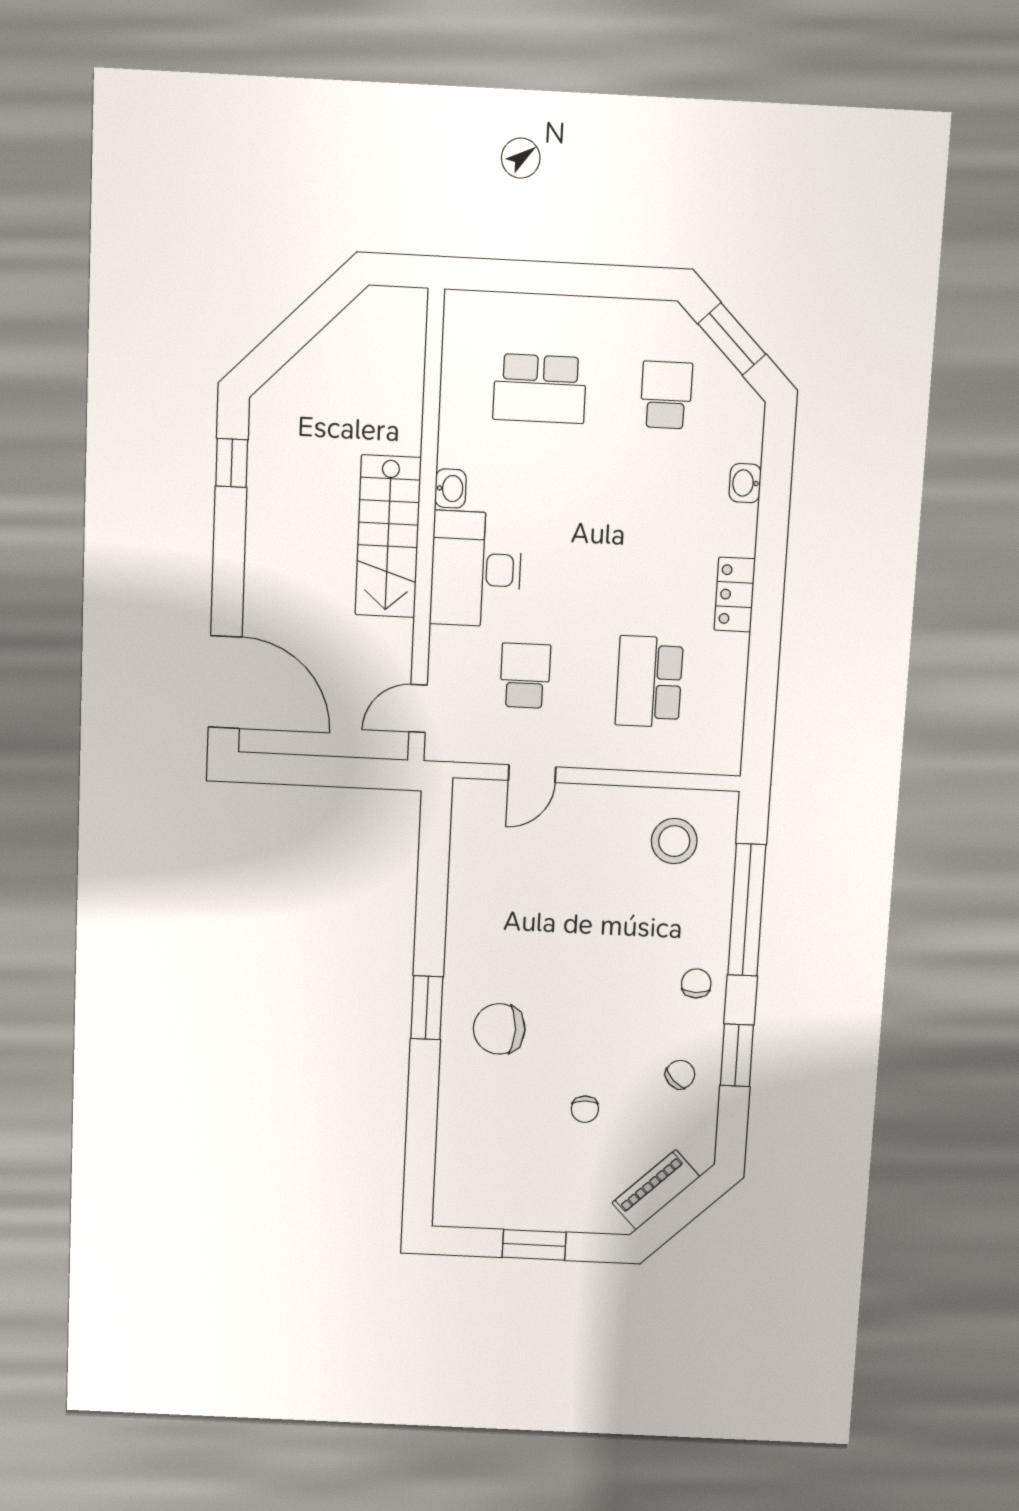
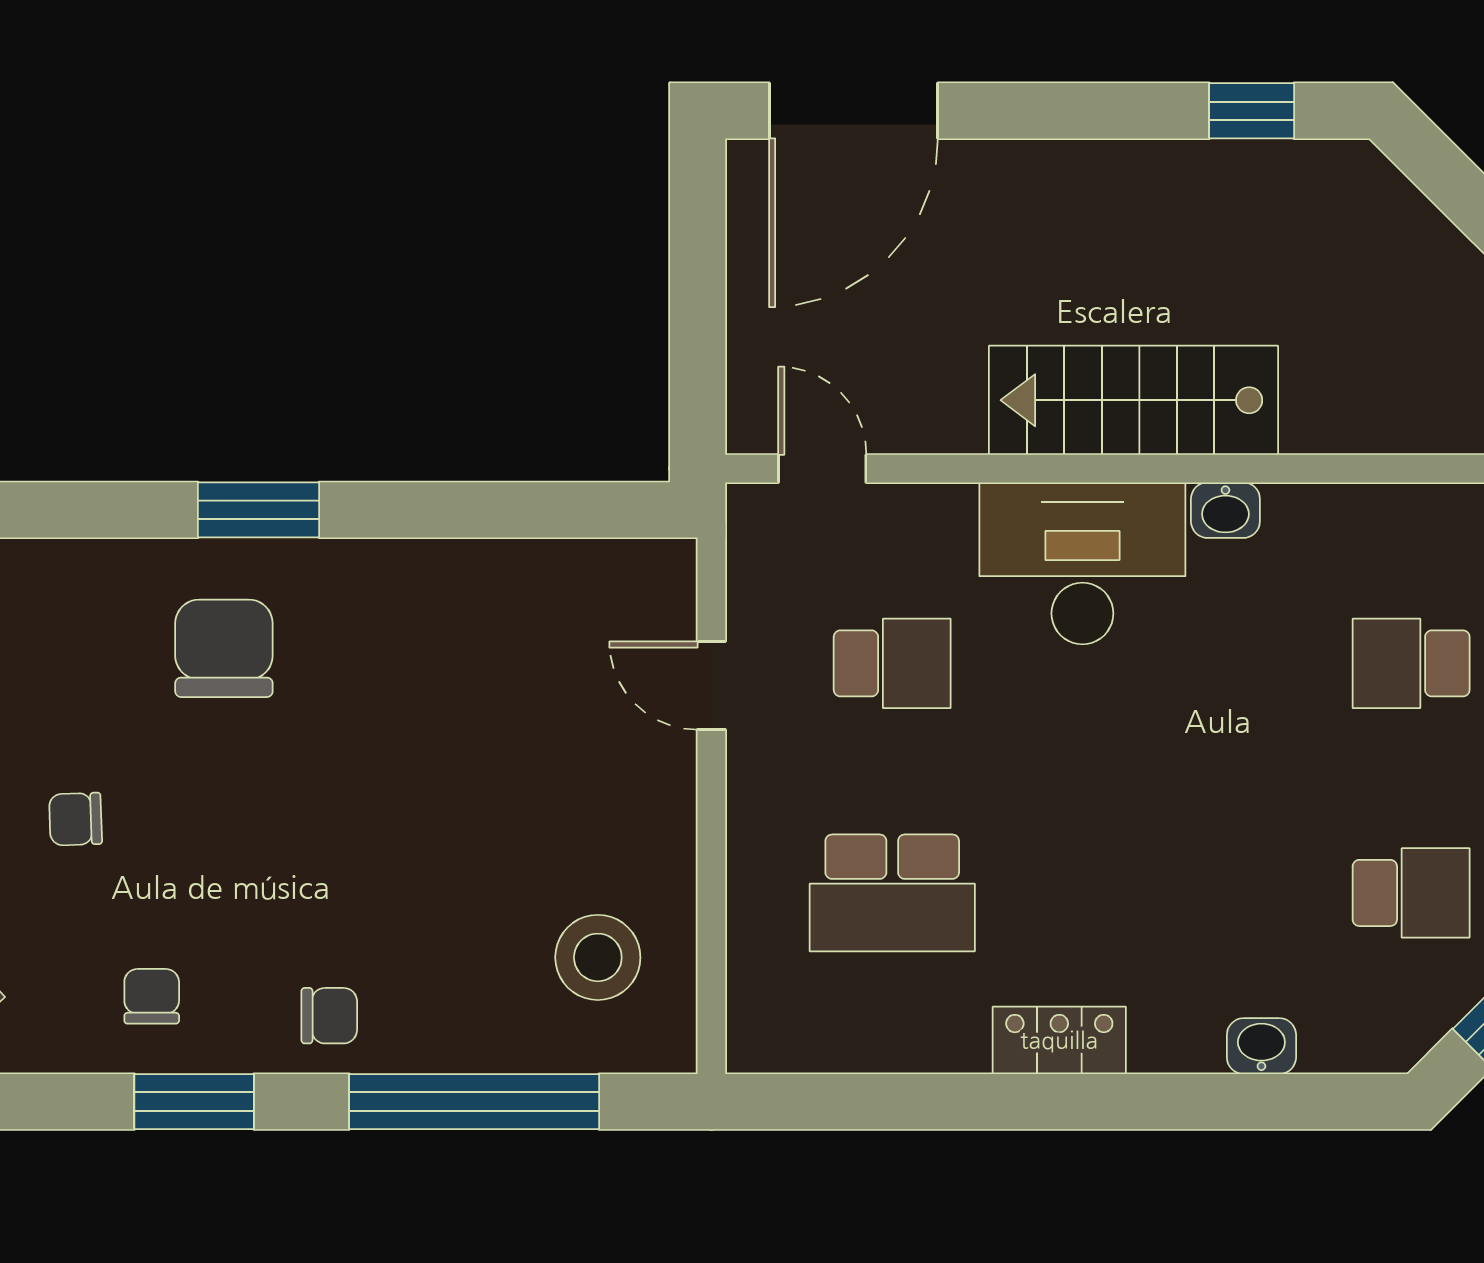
school desk: (540, 389) -> (1411, 663), width x0.54
school desk: (649, 682) -> (892, 893), turned 180
chair: (680, 1075) -> (152, 996), turned -136

